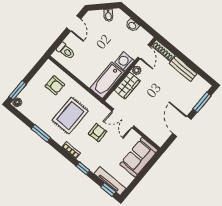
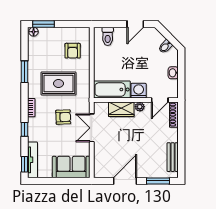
bench: (183, 69) -> (173, 157), moved

